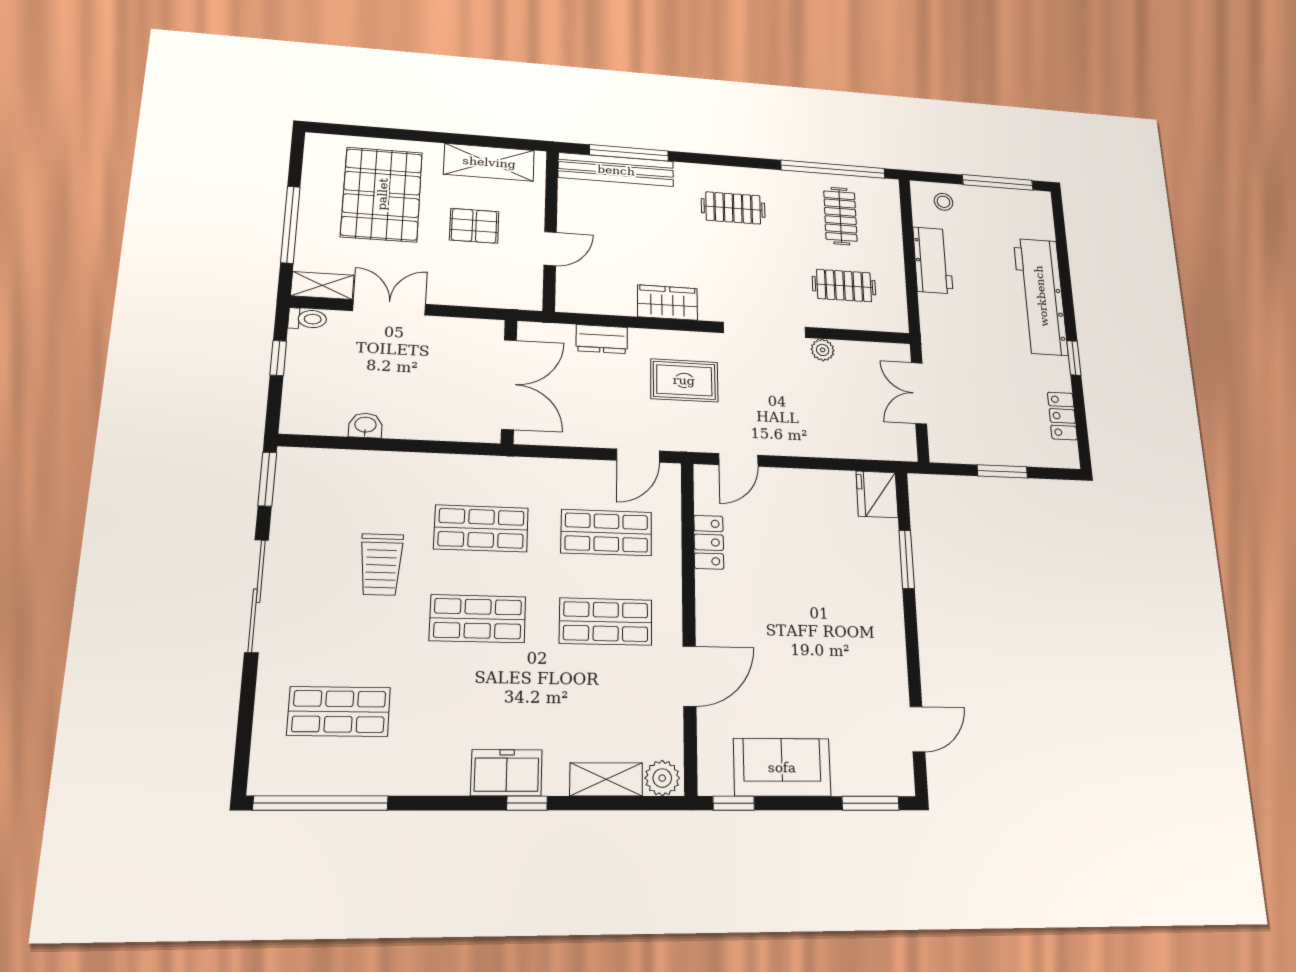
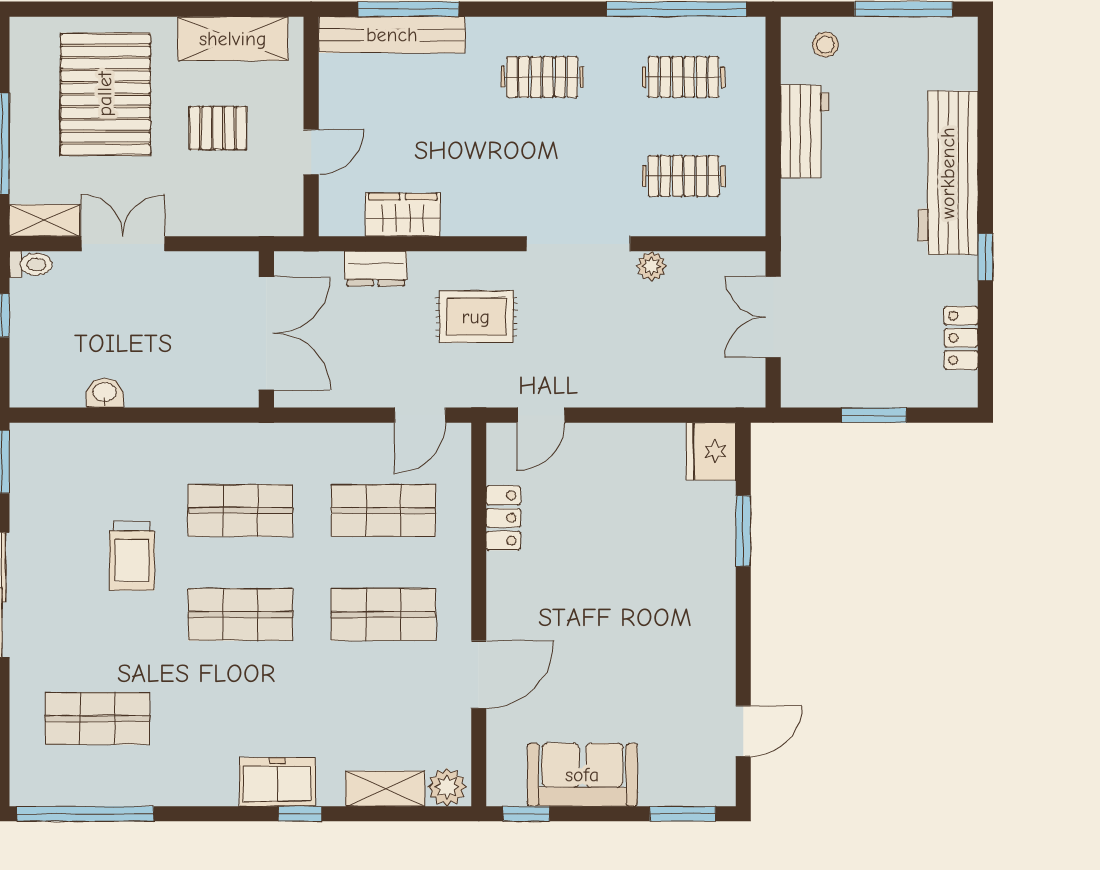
clothes rail: (840, 216) -> (683, 77), turned 90
wardrobe: (667, 303) -> (403, 215), moved

